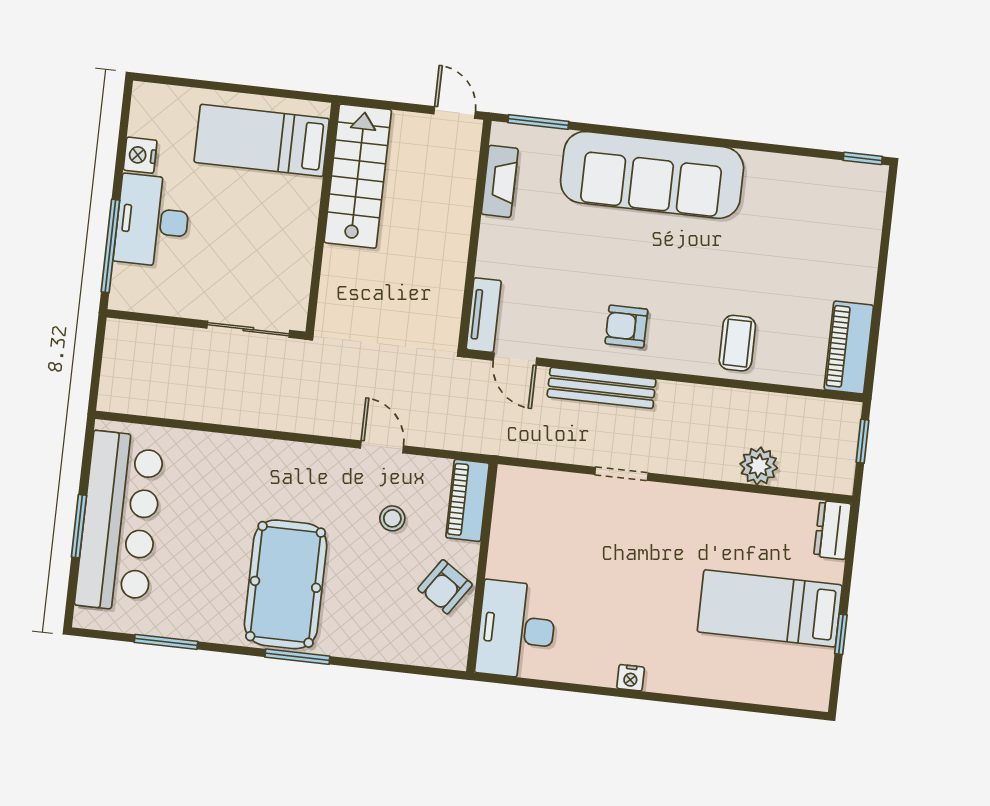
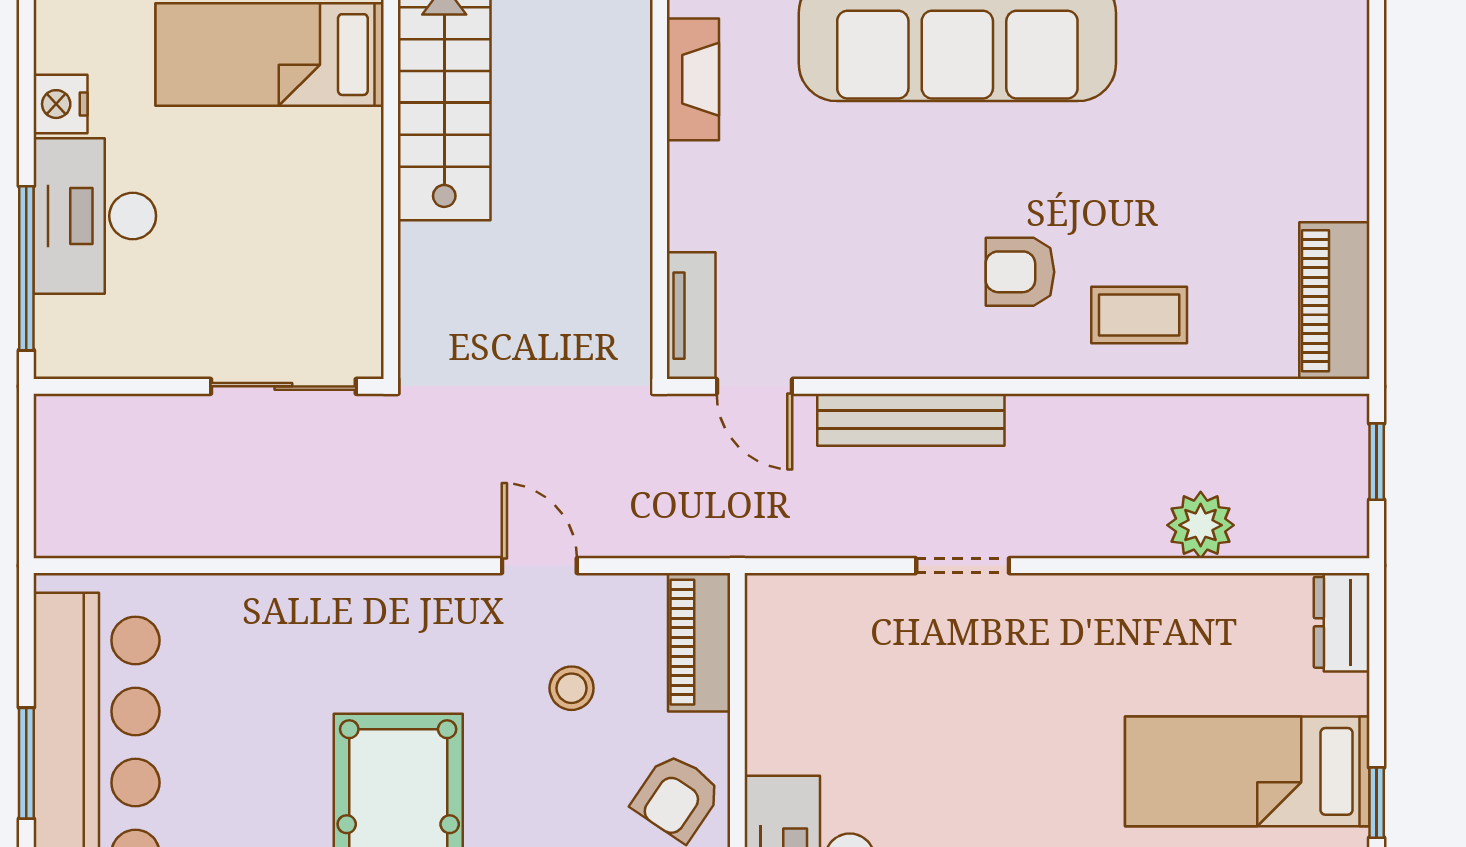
armchair: (626, 326) -> (1020, 272), moved
coffee table: (737, 343) -> (1139, 315), turned 90

